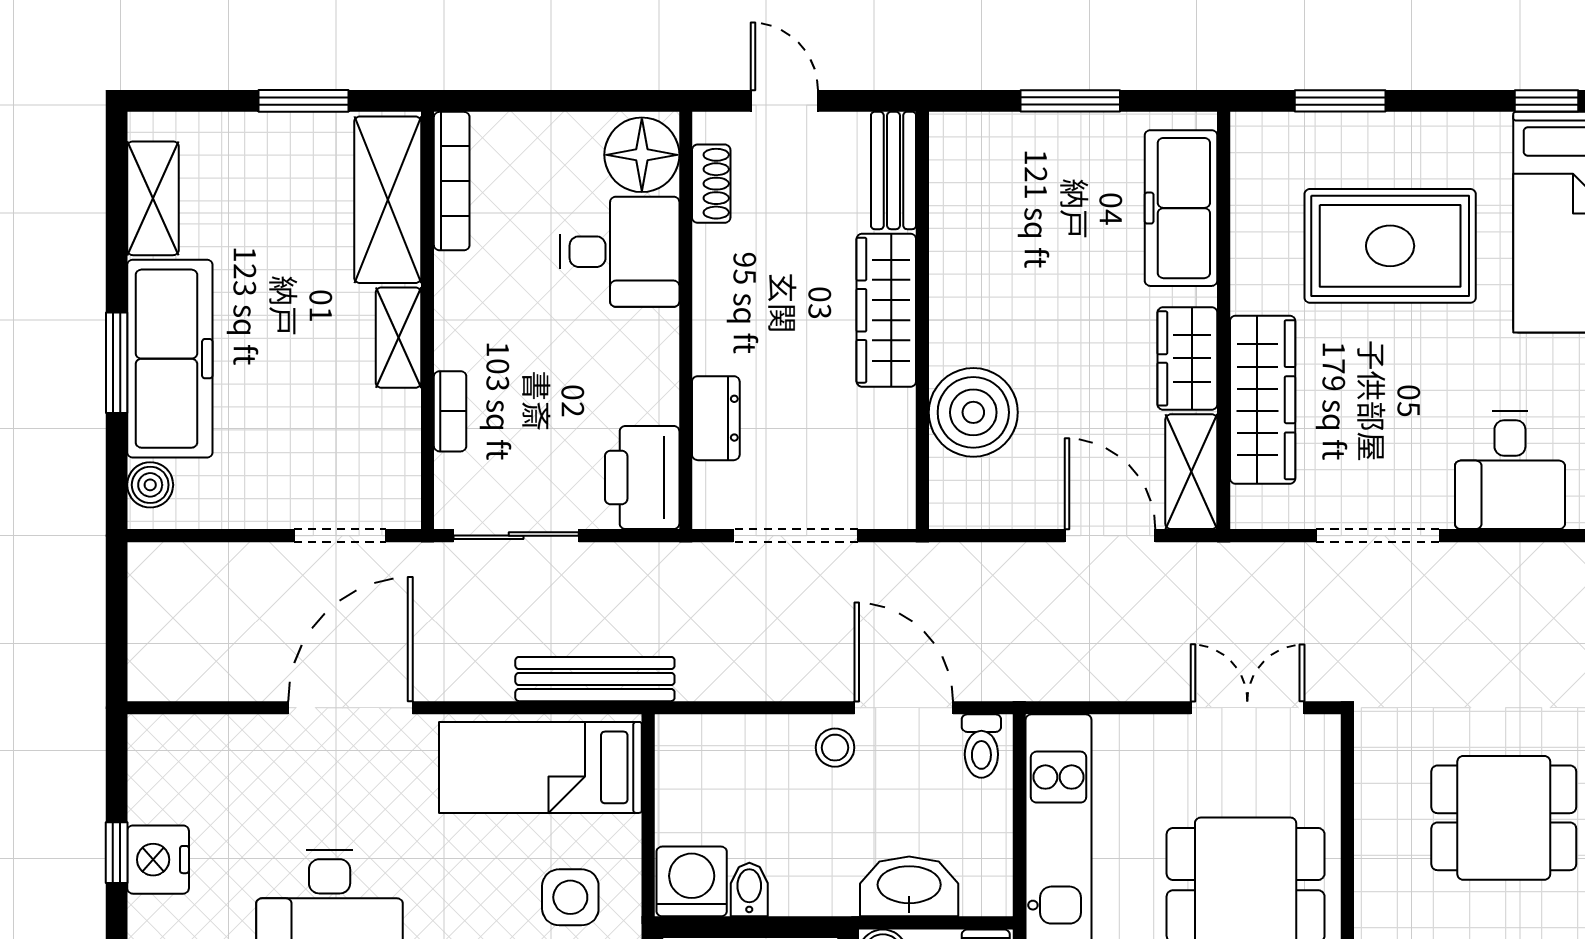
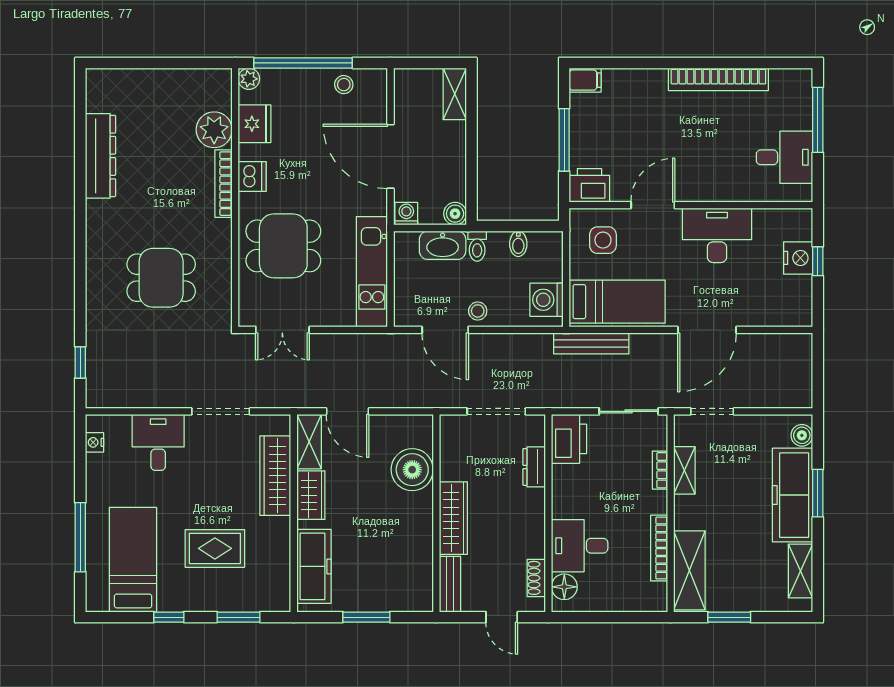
window: (1546, 101) -> (169, 617), moved
floor lamp: (642, 155) -> (564, 587), width x0.73, depth x0.73
bookcase: (452, 181) -> (659, 548), moved
rug: (1390, 246) -> (215, 548), width x0.73, depth x0.70
shelving: (398, 338) -> (684, 470), moved
toilet: (981, 746) -> (477, 246), moved, turned 180
washing machine: (692, 881) -> (547, 300), moved, turned 90

